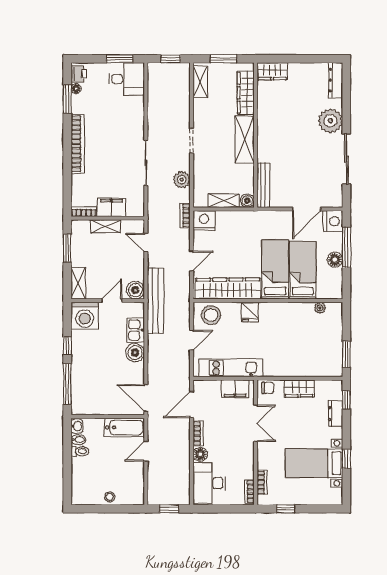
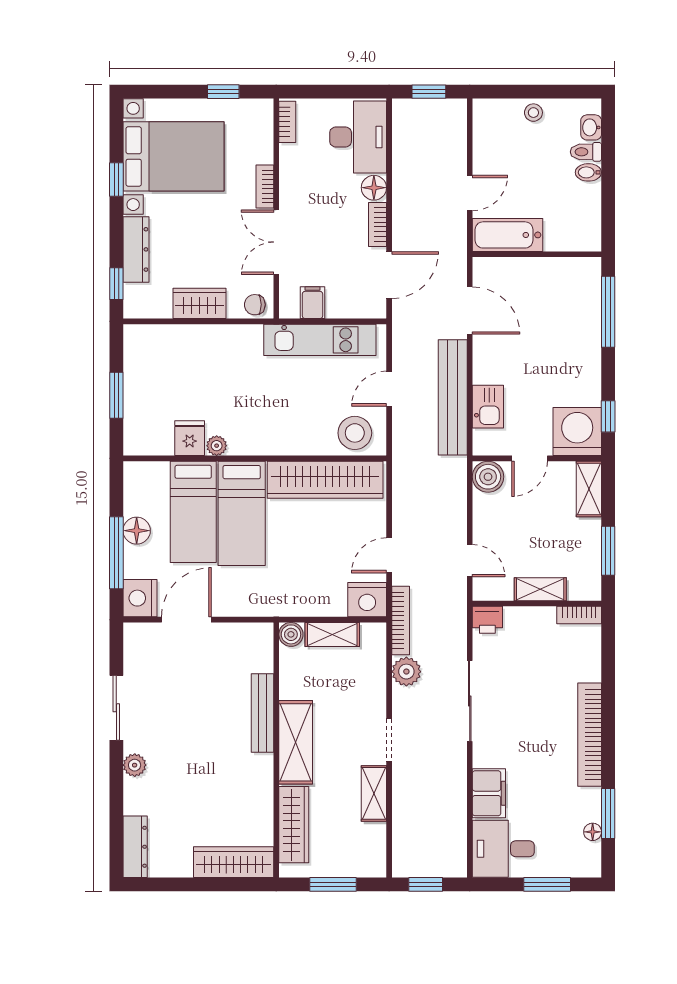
window: (120, 59) -> (547, 884), moved
wardrobe: (272, 71) -> (234, 862), width x1.50
printer: (79, 74) -> (487, 620), moved, turned -90
shelving: (200, 82) -> (374, 793), moved
plant: (330, 121) -> (135, 765), width x0.53, depth x0.53
sliding door: (346, 159) -> (116, 708), width x0.73
bench: (263, 185) -> (263, 713), moved
filing cabinet: (111, 207) -> (489, 793), moved, turned -90
bookcase: (185, 216) -> (401, 620), width x1.56
door: (192, 261) -> (389, 555), moved
bench: (155, 301) -> (453, 397), moved
plant: (320, 308) -> (217, 446), moved
fridge: (250, 312) -> (190, 438), moved
window: (67, 346) -> (608, 416), moved
boiler: (135, 353) -> (489, 367), removed
window: (346, 354) -> (116, 395), moved
filing cabinet: (235, 389) -> (313, 303), width x0.50
door: (146, 398) -> (470, 311), moved
dresser: (335, 414) -> (136, 249), width x1.44
washbasin: (77, 426) -> (591, 127), moved
bidet: (78, 440) -> (588, 172), moved
toilet: (80, 451) -> (586, 152), moved
bed with nightstands: (314, 463) -> (173, 156), width x1.36
bookcase: (262, 482) -> (265, 186), moved

